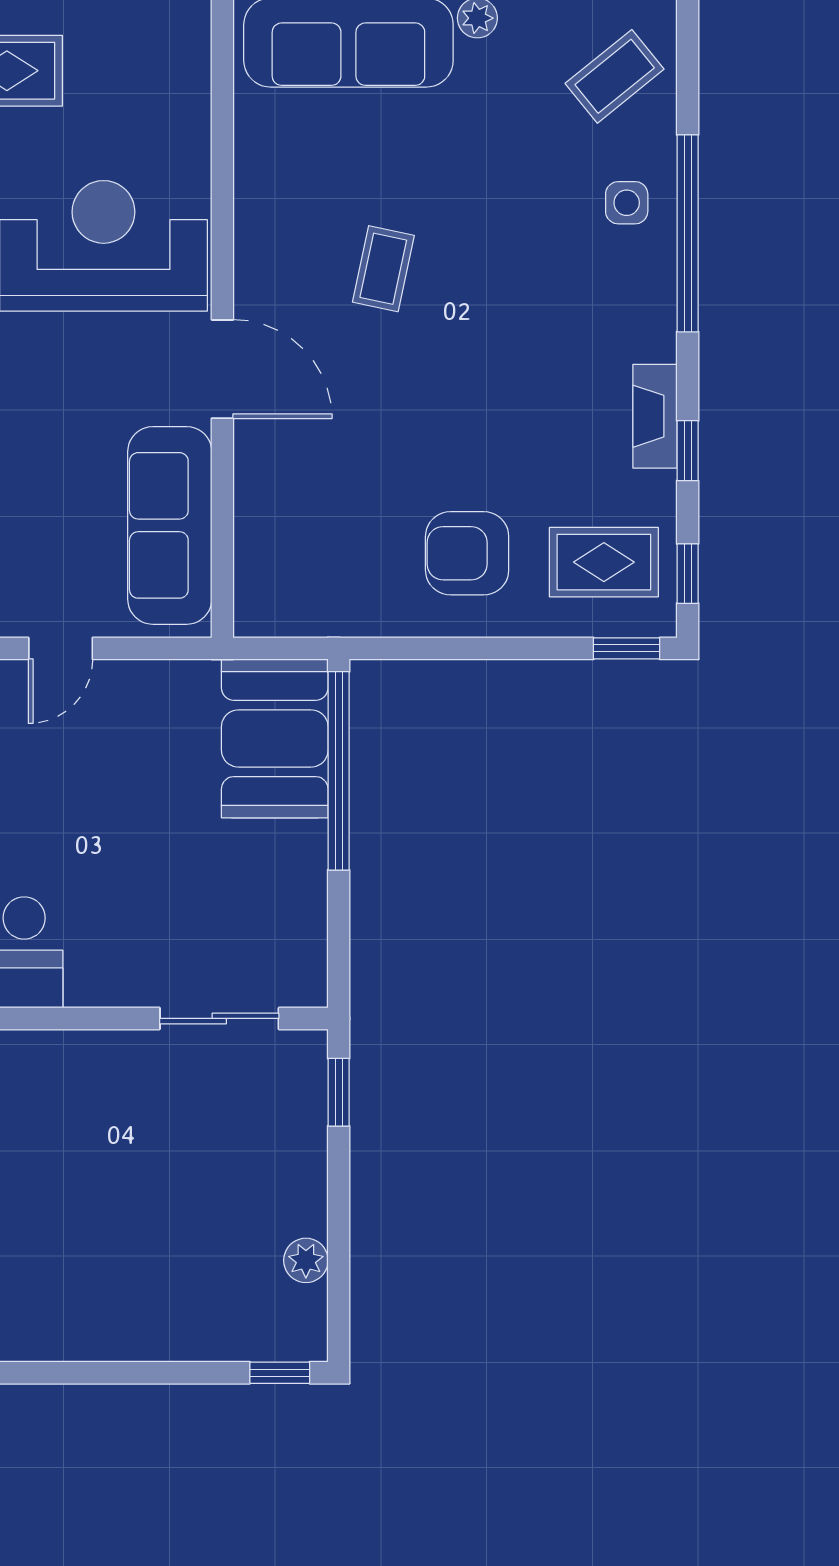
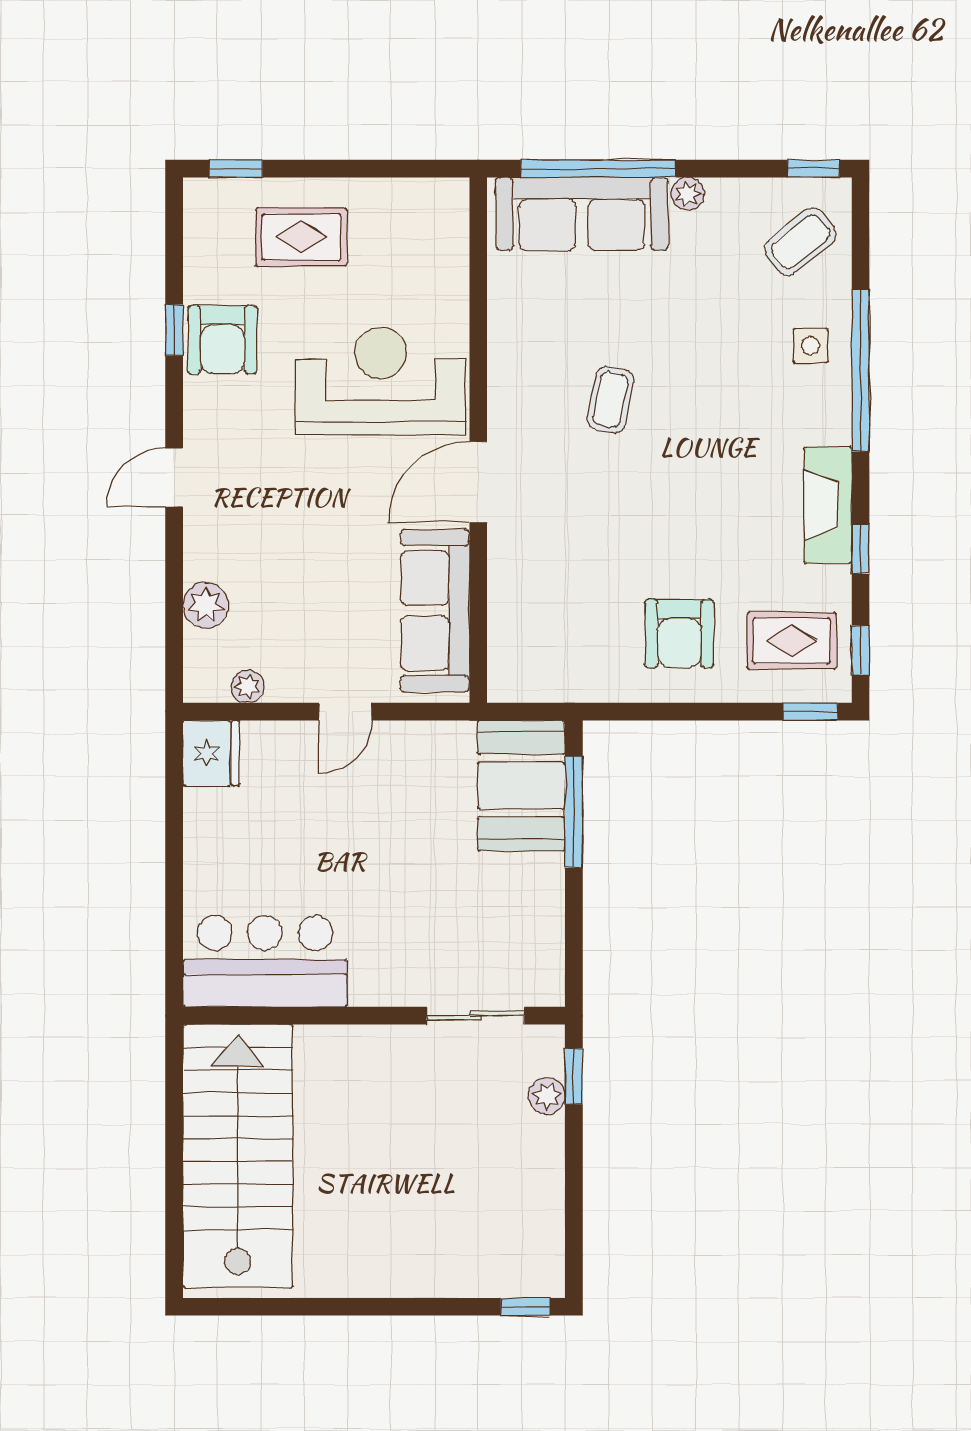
door: (222, 369) -> (478, 482), swing flipped
fireplace: (655, 416) -> (828, 505), width x1.37, depth x1.32
armchair: (467, 553) -> (679, 633), turned -90
window: (339, 771) -> (574, 812), width x0.68
plant: (306, 1260) -> (547, 1096), moved

